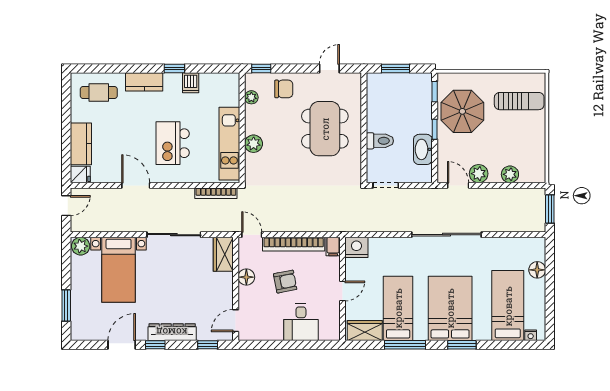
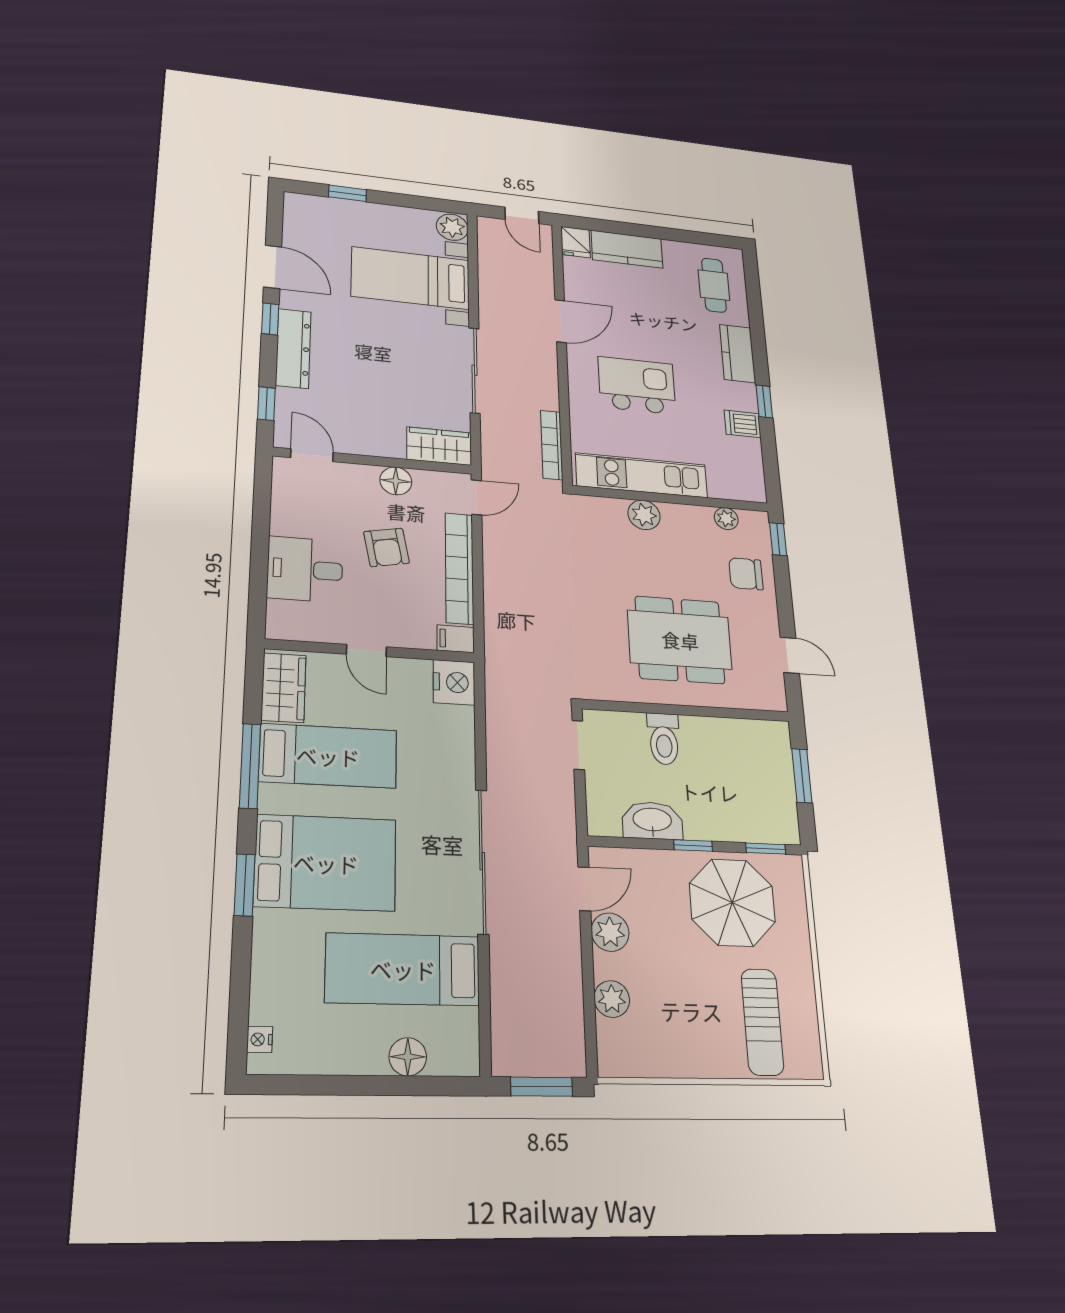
chair: (284, 89) -> (746, 574), turned 90
window: (66, 305) -> (348, 193), width x0.67
bed: (508, 306) -> (403, 969), moved, turned 180

